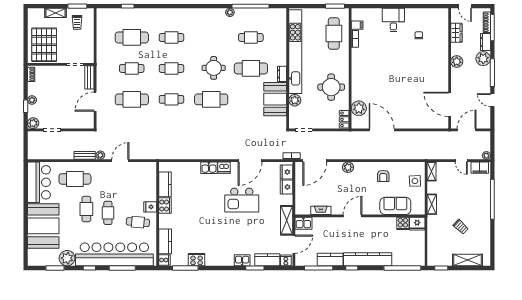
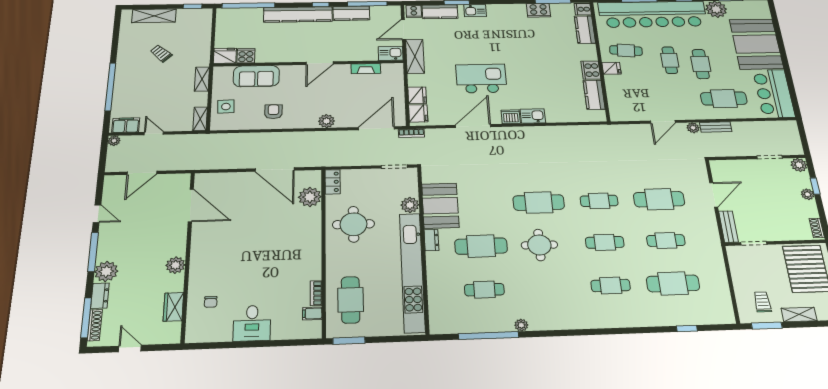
wardrobe: (456, 33) -> (173, 307), moved
plant: (457, 61) -> (175, 265), moved
wall: (450, 68) -> (188, 255), moved
door: (450, 104) -> (191, 205), moved

